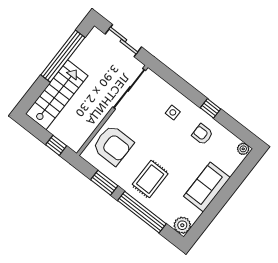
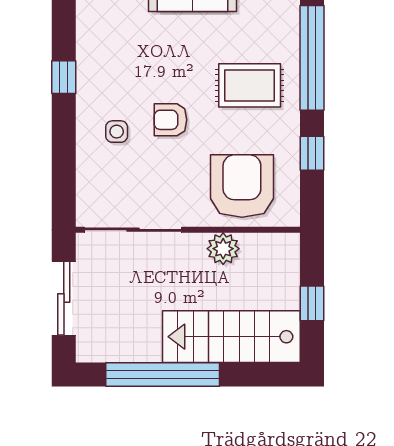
plant: (94, 118) -> (223, 249), added
armchair: (202, 134) -> (170, 120), moved, turned 90
window: (56, 145) -> (312, 303), moved
window: (104, 183) -> (312, 153), width x0.67

